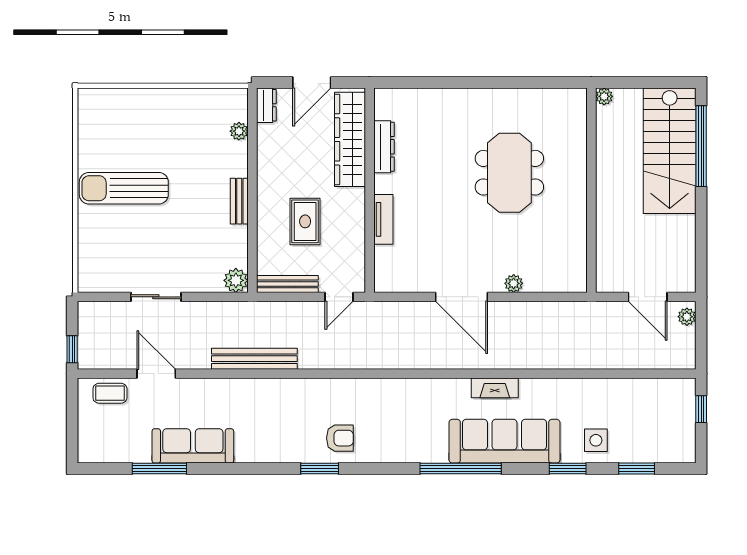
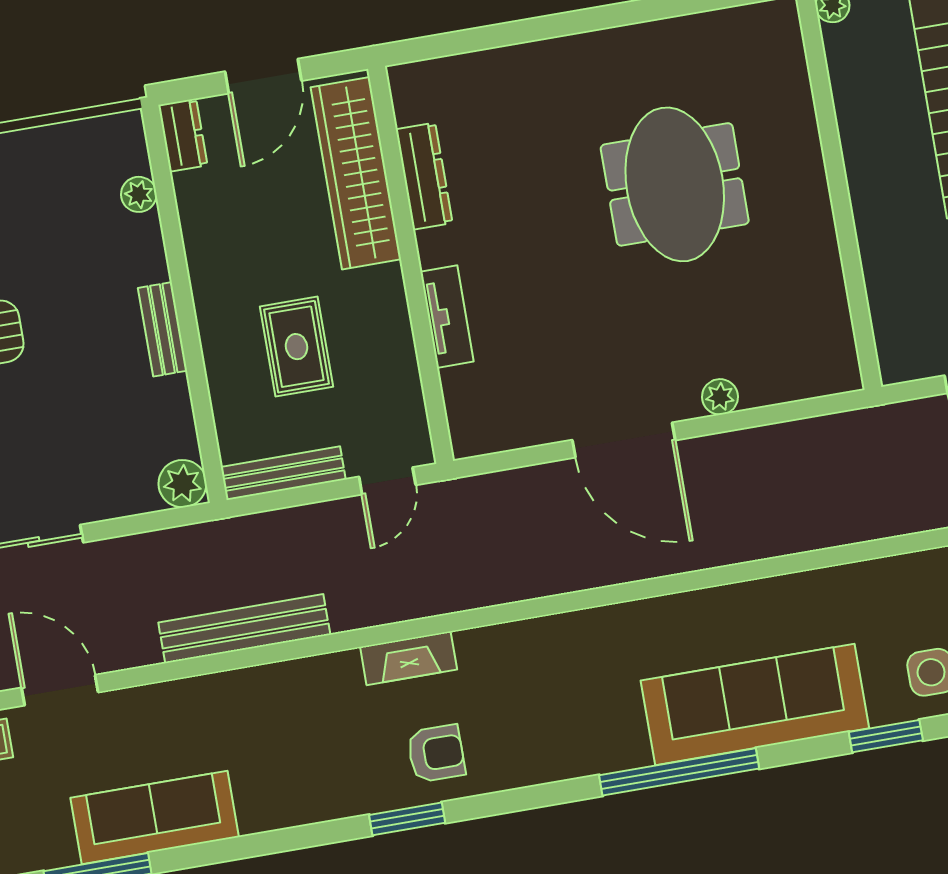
fireplace: (495, 388) -> (409, 658), moved

